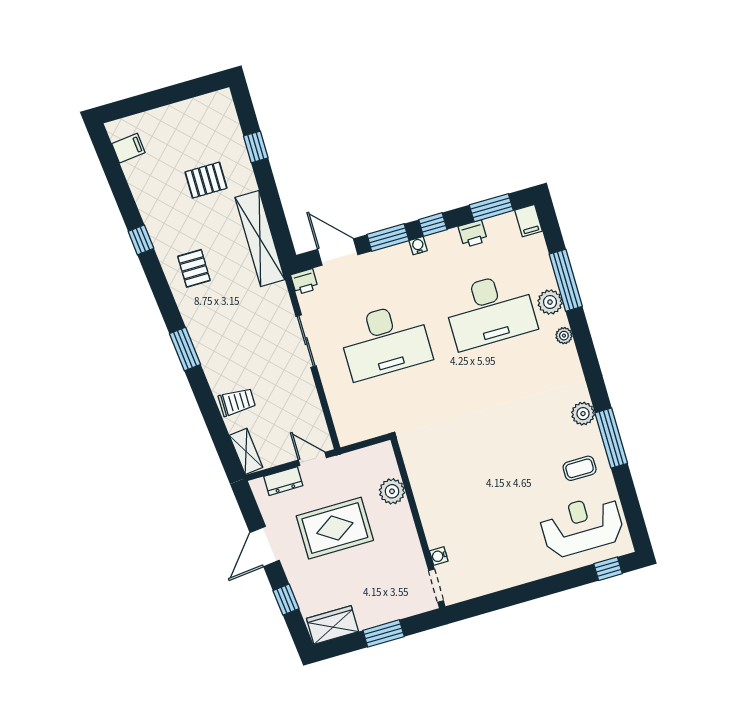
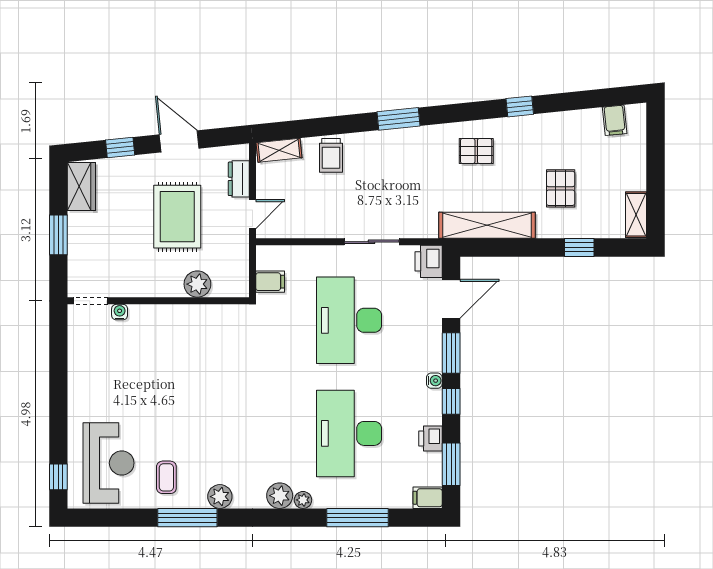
shelving: (210, 103) -> (636, 215), added
printer: (304, 282) -> (429, 261), width x1.36, depth x1.24
plant: (550, 302) -> (280, 496), moved
filing cabinet: (370, 424) -> (270, 282), added

